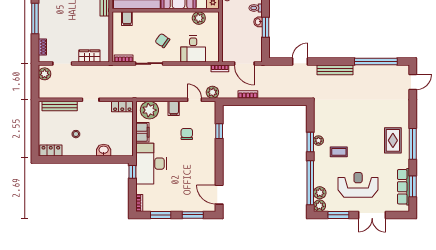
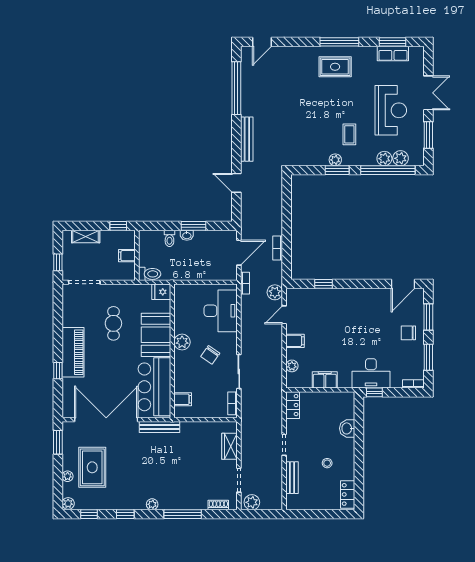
plant: (199, 18) -> (182, 342), moved
desk: (193, 49) -> (221, 311), width x1.37
door: (413, 82) -> (262, 42), swing flipped
bench: (60, 106) -> (292, 478), width x0.73
plant: (149, 110) -> (292, 366), width x0.53, depth x0.53
chair: (187, 134) -> (408, 333), moved
desk: (151, 164) -> (371, 373), width x0.73, depth x0.77
reception desk: (358, 185) -> (391, 110), turned 180
row of seats: (403, 187) -> (393, 54), width x0.68
plant: (319, 206) -> (384, 159), moved

